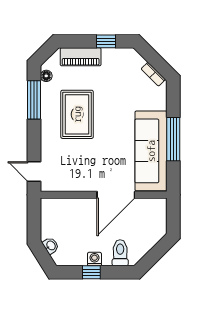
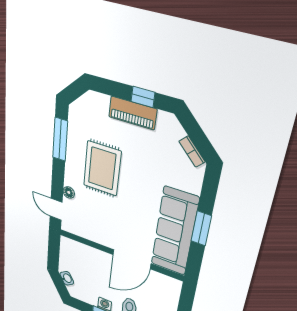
piano: (81, 57) -> (133, 113), moved
floor lamp: (46, 76) -> (69, 192), moved
window: (173, 139) -> (201, 228), width x0.69

